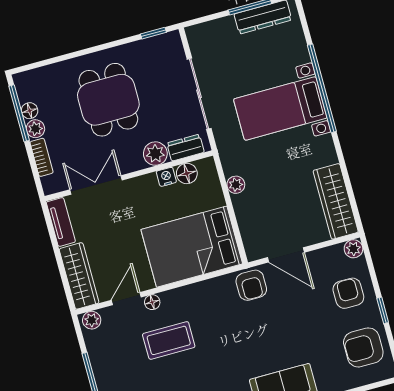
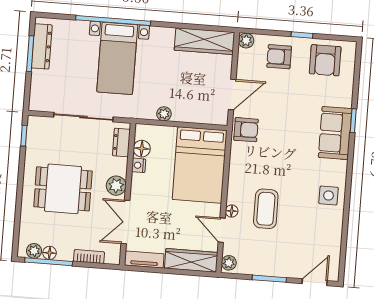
plant: (35, 129) -> (34, 251), moved
plant: (155, 154) -> (116, 186), moved

